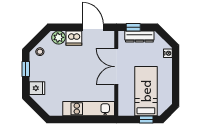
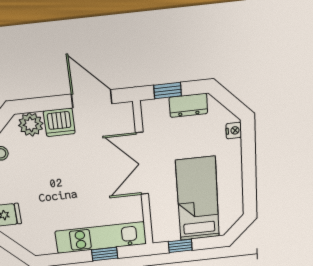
dresser: (139, 36) -> (188, 105), width x0.70
window: (90, 120) -> (105, 254), added
window: (146, 120) -> (180, 246), moved

